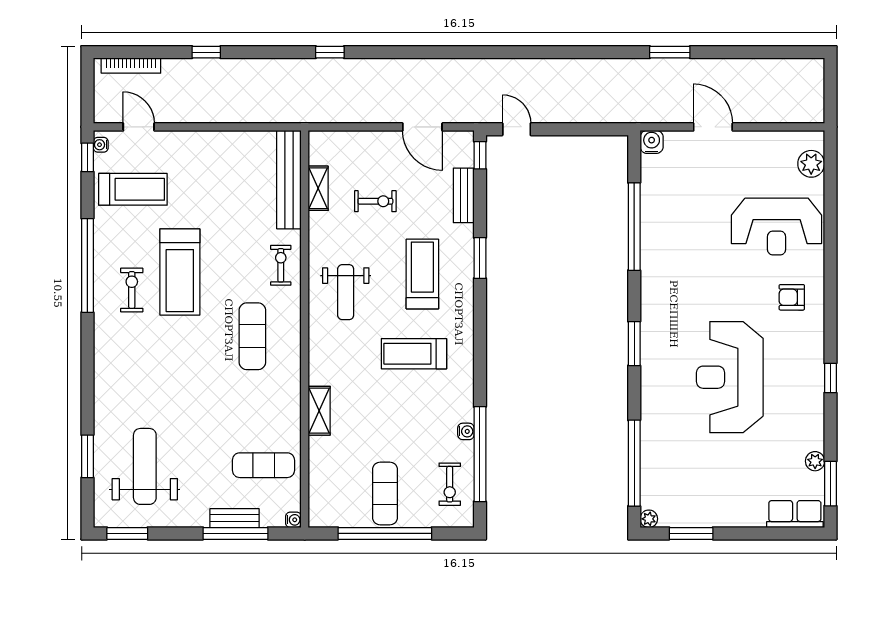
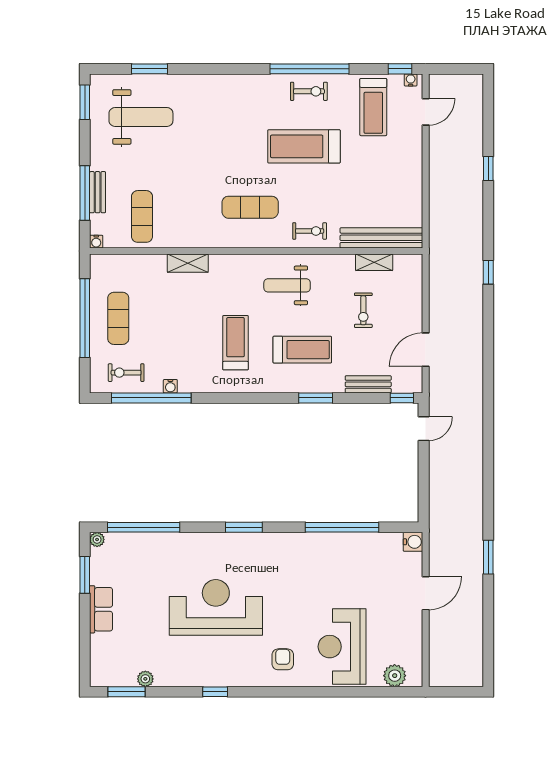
bookcase: (131, 66) -> (477, 105), removed
exercise bike: (132, 290) -> (309, 91), moved
exercise mat: (385, 494) -> (118, 318), turned 90
row of seats: (795, 514) -> (101, 609), moved

